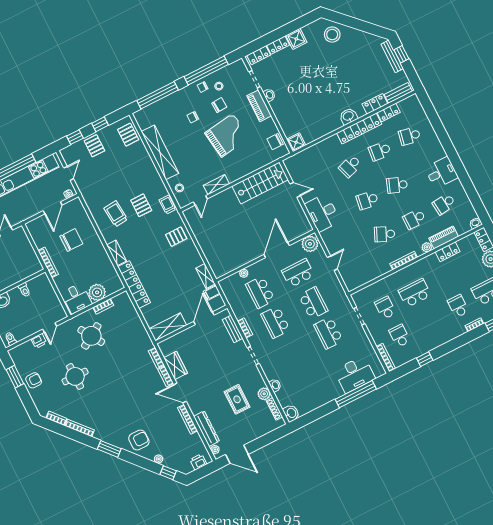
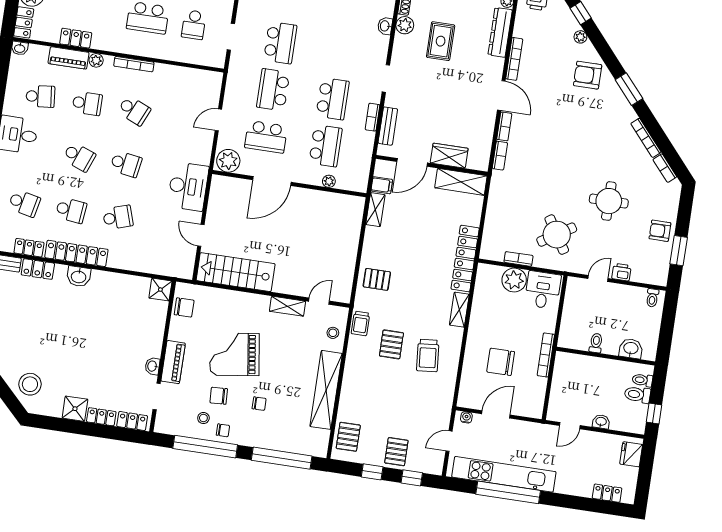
wardrobe: (176, 365) -> (449, 156), moved, turned 90

